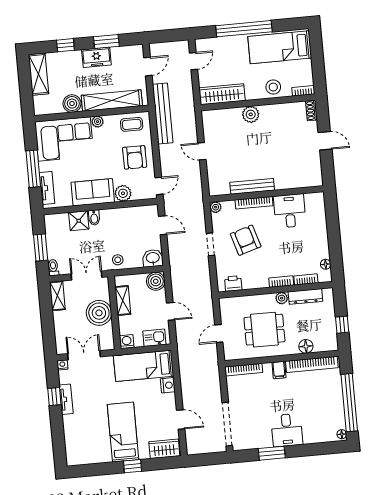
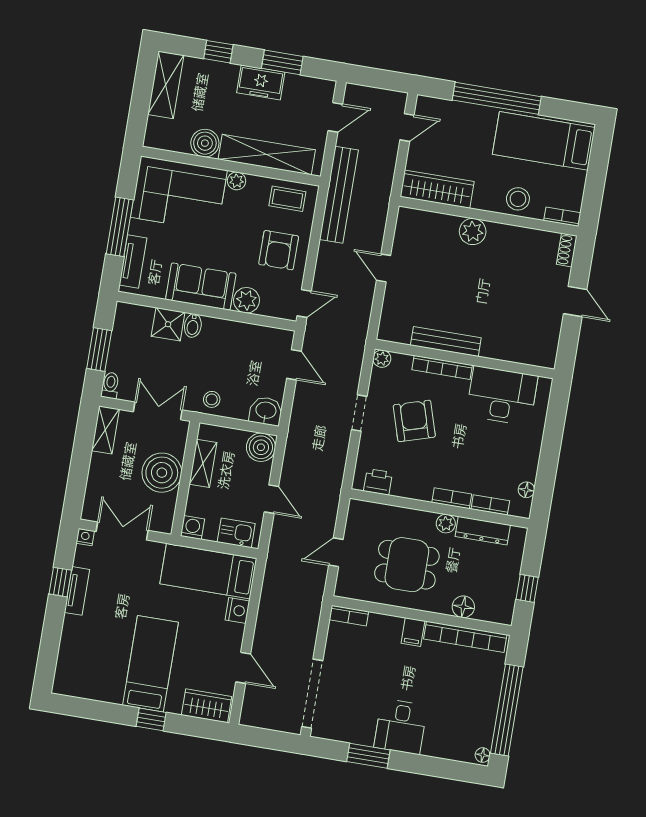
desk: (290, 211) -> (502, 396), width x1.37
bookcase: (244, 370) -> (349, 616), width x0.64

